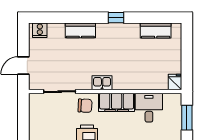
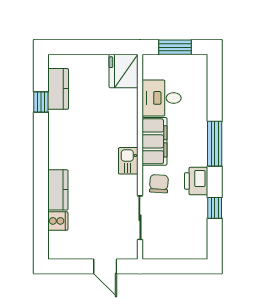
window: (116, 18) -> (41, 102), moved
cooker: (40, 30) -> (58, 221), moved
fridge: (175, 82) -> (124, 71), width x1.88, depth x1.34

